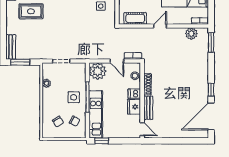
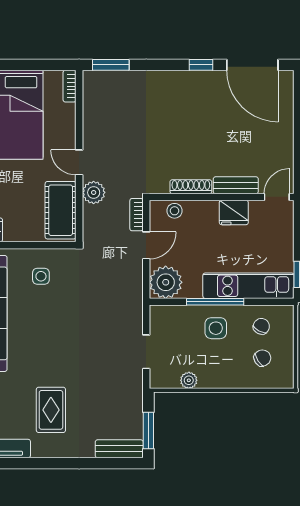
cot: (135, 18) -> (61, 210), width x1.37, depth x1.34
plant: (191, 34) -> (94, 192), moved
dishwasher: (134, 94) -> (209, 212), removed

